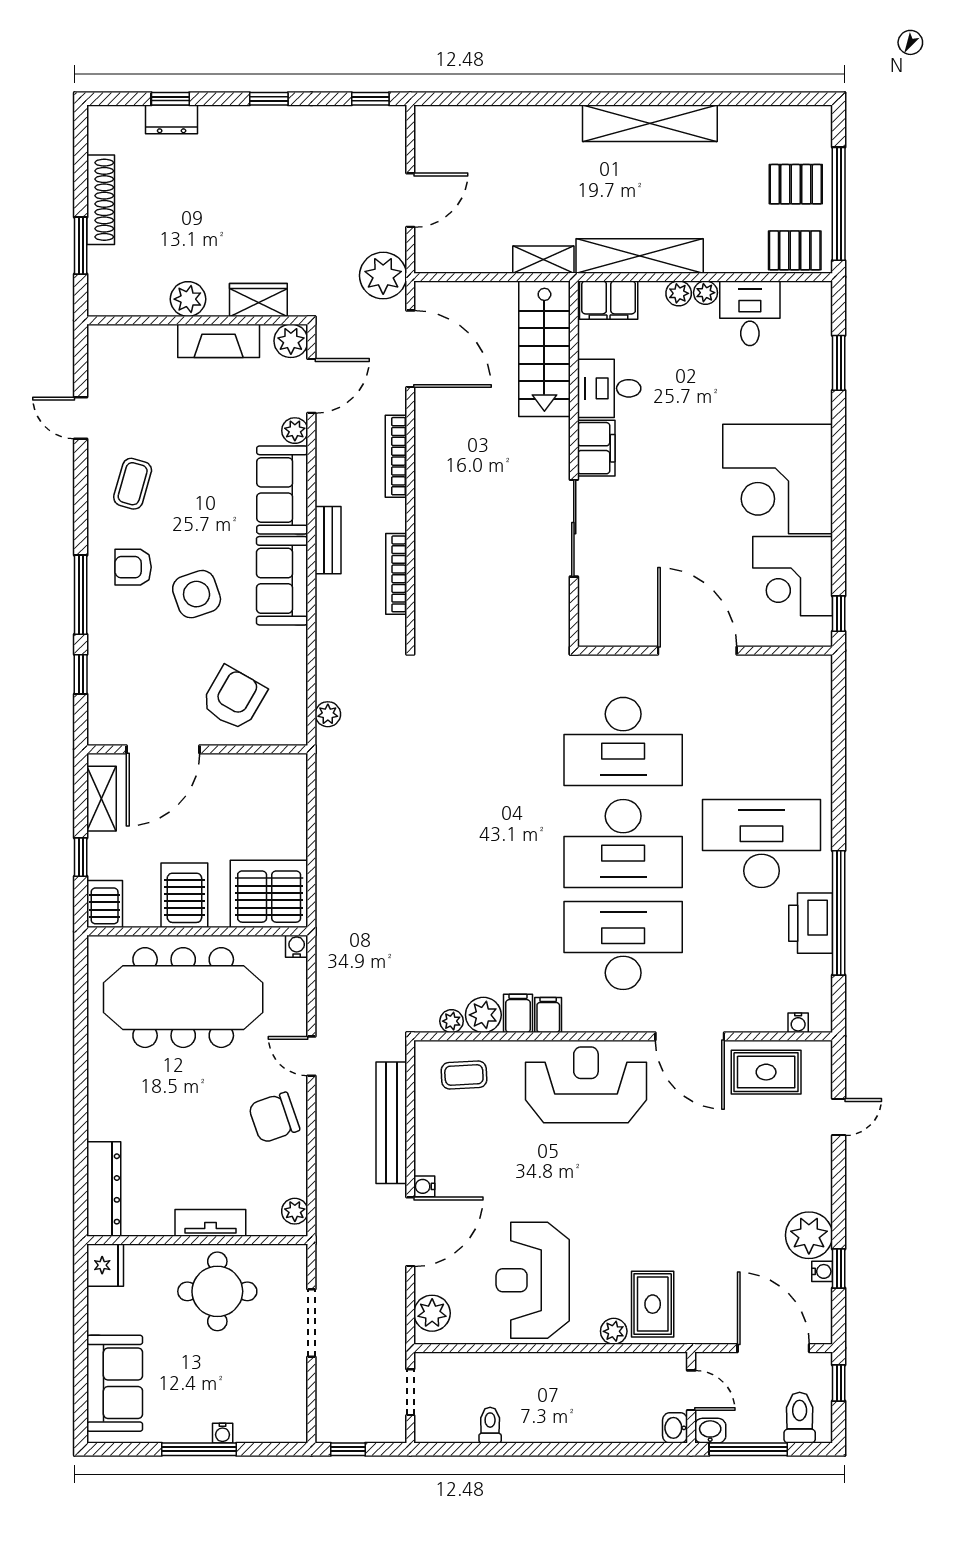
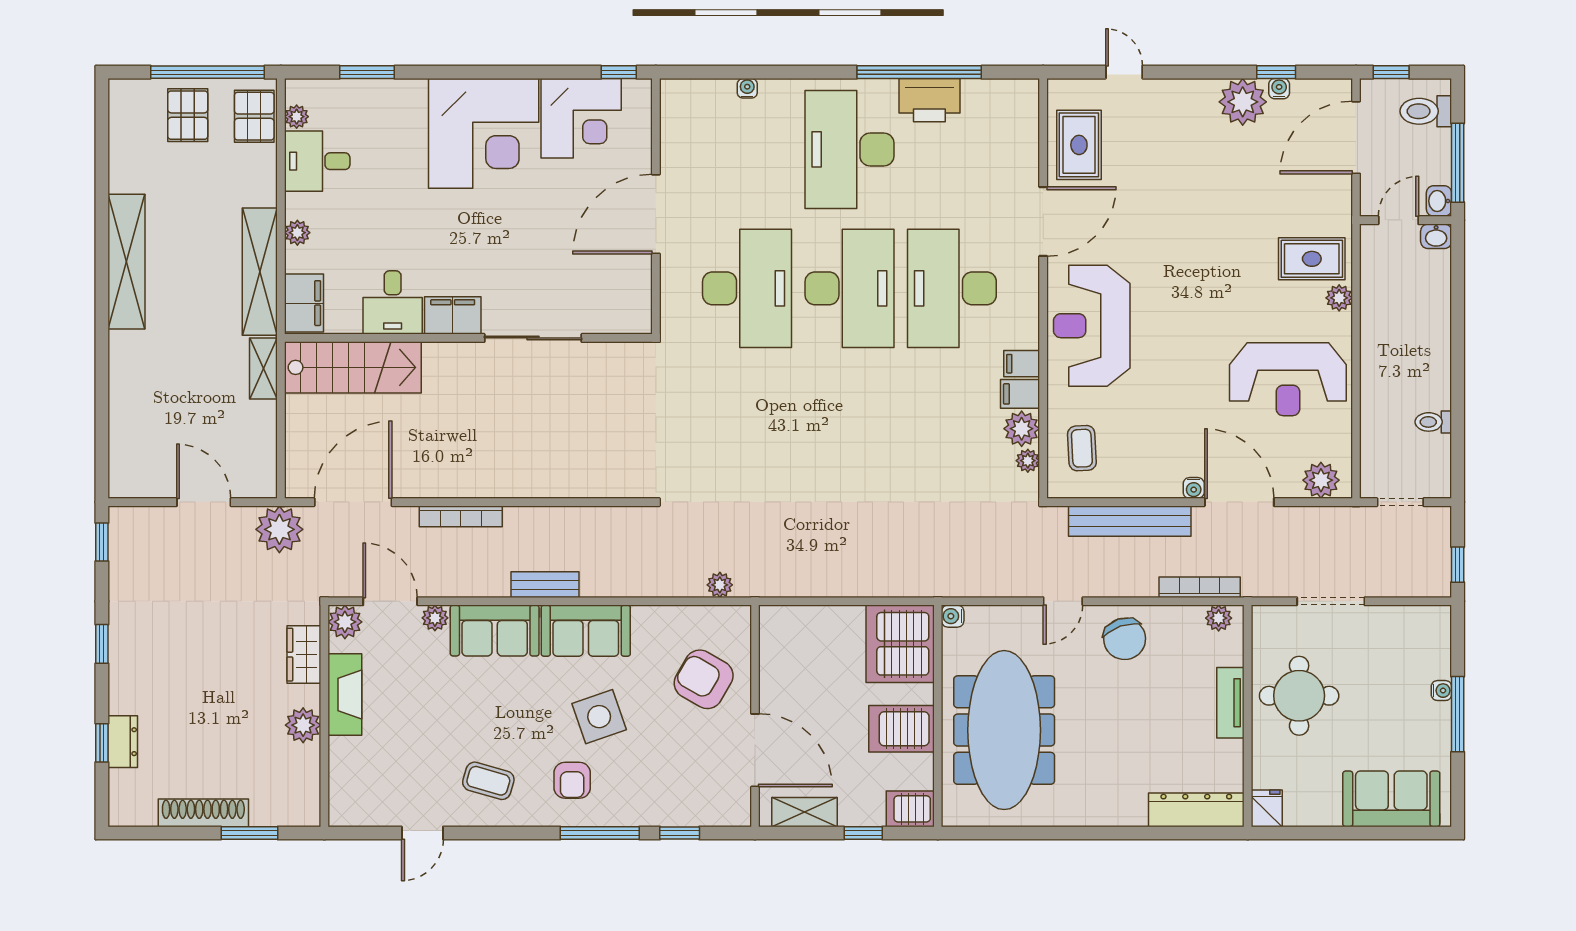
plant: (706, 293) -> (297, 117), moved
bookcase: (396, 574) -> (1200, 587), moved, turned 180
water cooler: (798, 1023) -> (747, 88), moved, turned -90
fridge: (105, 1265) -> (1267, 808), width x0.72

